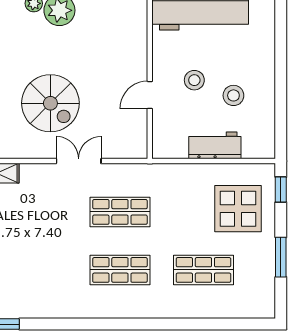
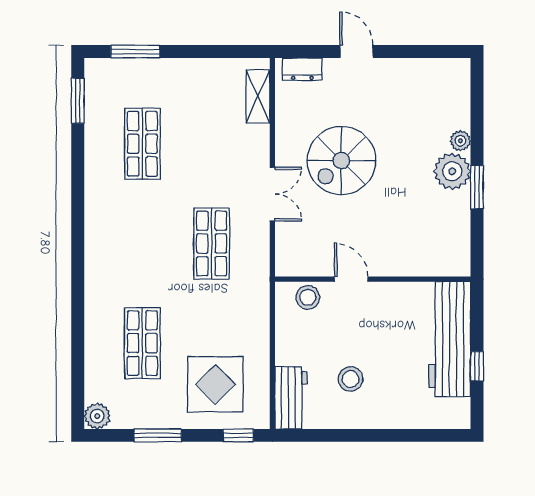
stool: (194, 80) -> (308, 297), moved
workbench: (215, 145) -> (291, 398), moved
shop shelf: (120, 270) -> (142, 144), moved
plant: (265, 308) -> (97, 416), added

